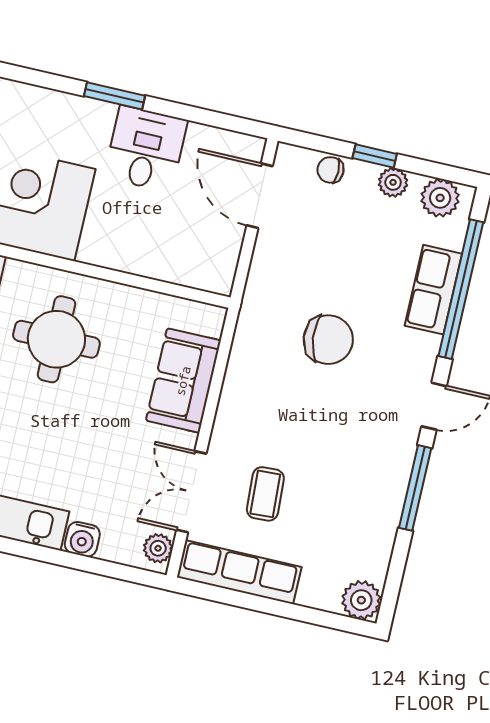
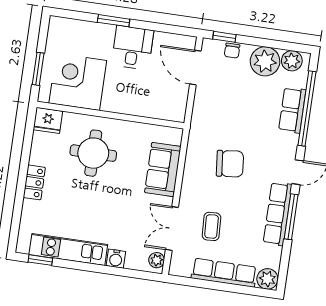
window: (375, 156) -> (224, 37), moved
chair: (330, 170) -> (232, 51), turned -90
plant: (393, 182) -> (265, 61), width x1.88, depth x1.88
chair: (328, 340) -> (230, 164), moved
row of seats: (390, 481) -> (278, 214), added
row of seats: (239, 572) -> (224, 273), moved

